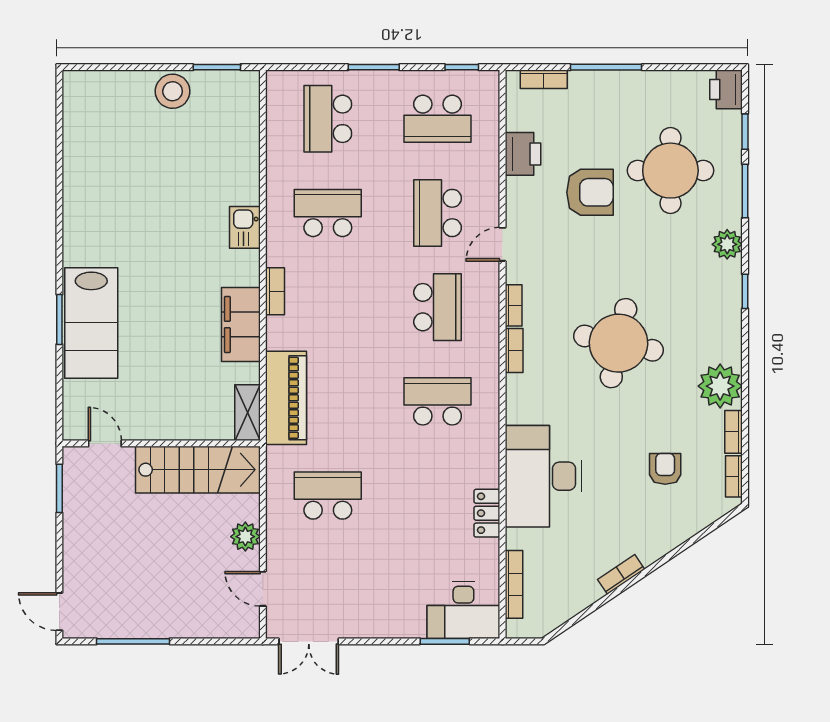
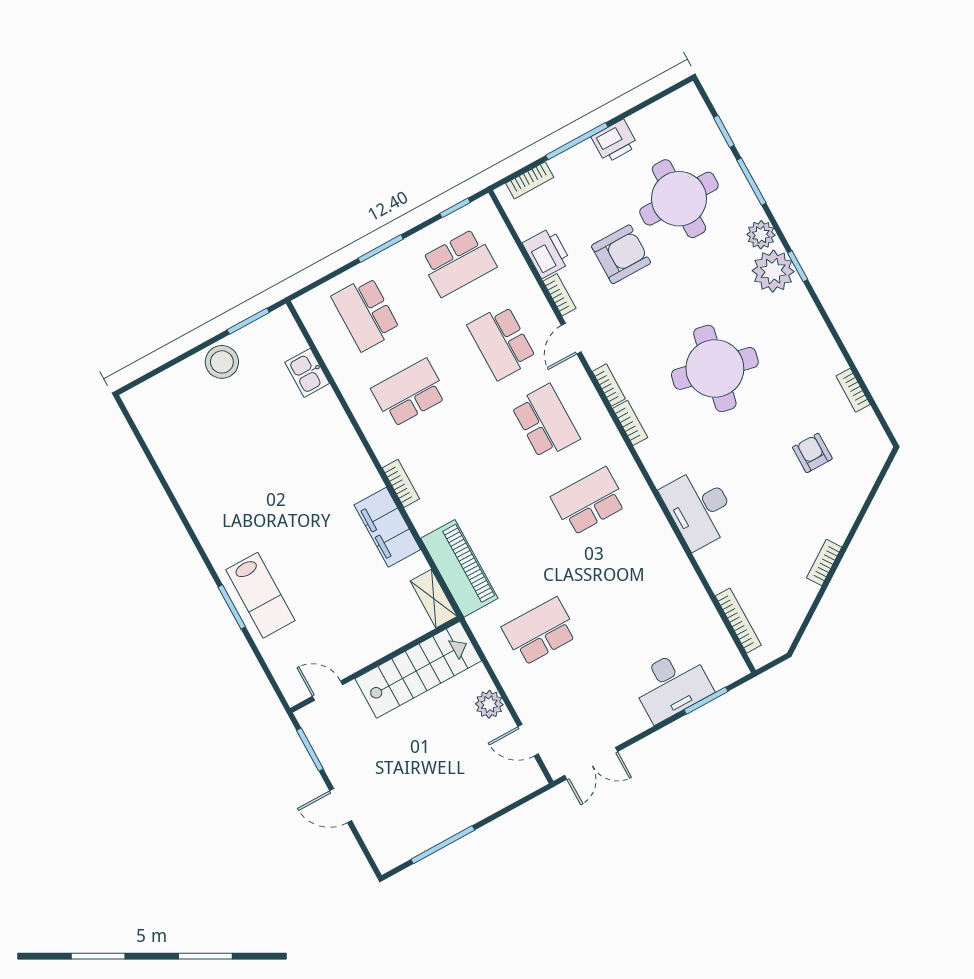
printer: (726, 89) -> (615, 141), moved, turned -90
kitchen sink: (245, 227) -> (307, 373), moved
lab bench: (91, 323) -> (260, 595), width x0.73, depth x0.72
plant: (720, 386) -> (773, 271), moved
desk: (543, 476) -> (699, 508), width x0.73, depth x0.77
bookcase: (734, 476) -> (559, 295), moved, turned 180
locker: (487, 513) -> (682, 573), removed
desk: (463, 610) -> (672, 685), moved
door: (59, 612) -> (341, 806), moved

